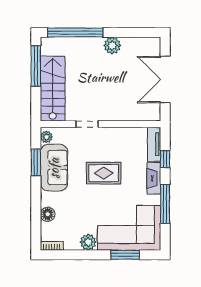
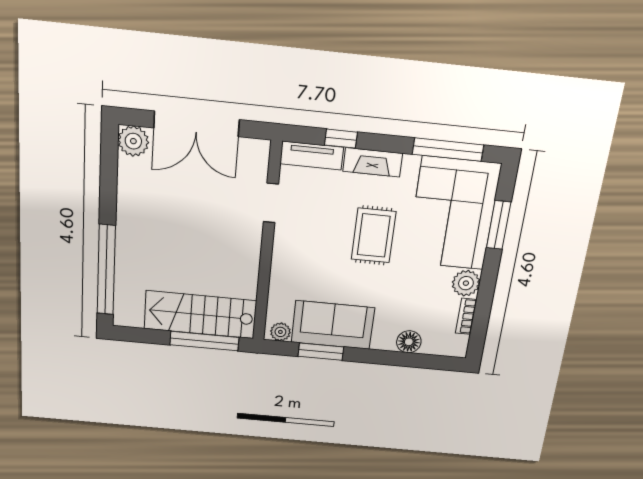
plant: (112, 46) -> (133, 141), moved
window: (36, 66) -> (204, 341), moved
doorway: (87, 124) -> (271, 203), moved
rug: (104, 173) -> (374, 236), moved
window: (165, 204) -> (448, 150), moved
bookcase: (52, 246) -> (466, 316), moved

